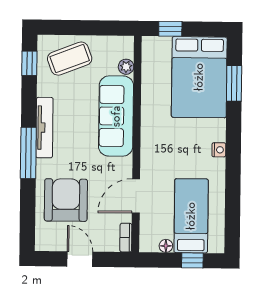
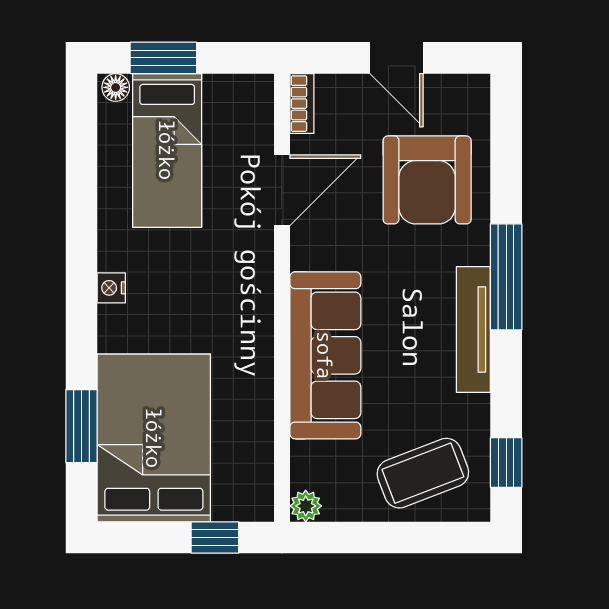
plant: (126, 67) -> (306, 506), moved
floor lamp: (166, 246) -> (116, 87), moved
window: (192, 260) -> (163, 58), width x1.50

